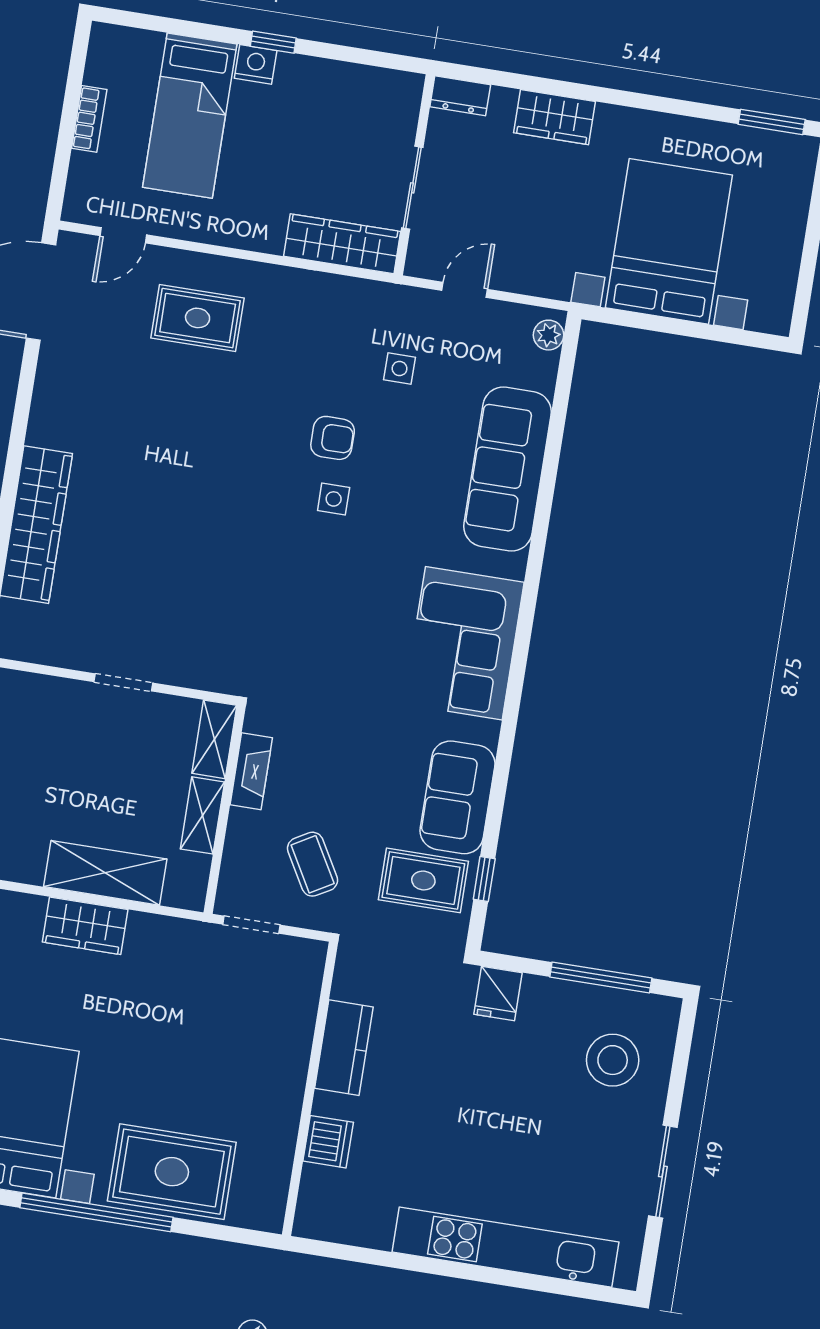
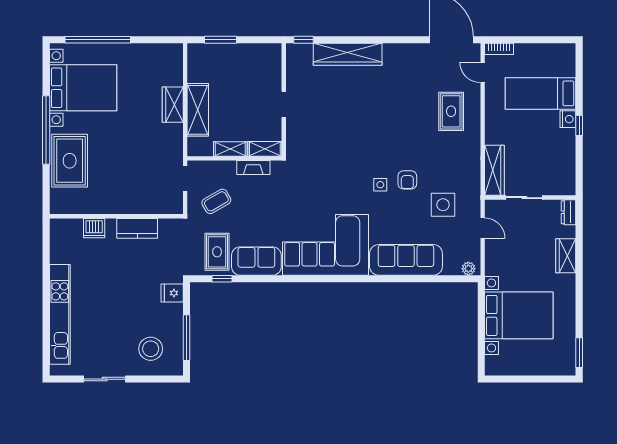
bookcase: (89, 119) -> (499, 49), moved
side table: (399, 369) -> (443, 205), width x1.87, depth x1.87
corner sofa: (464, 643) -> (325, 245), width x1.36, depth x1.36

